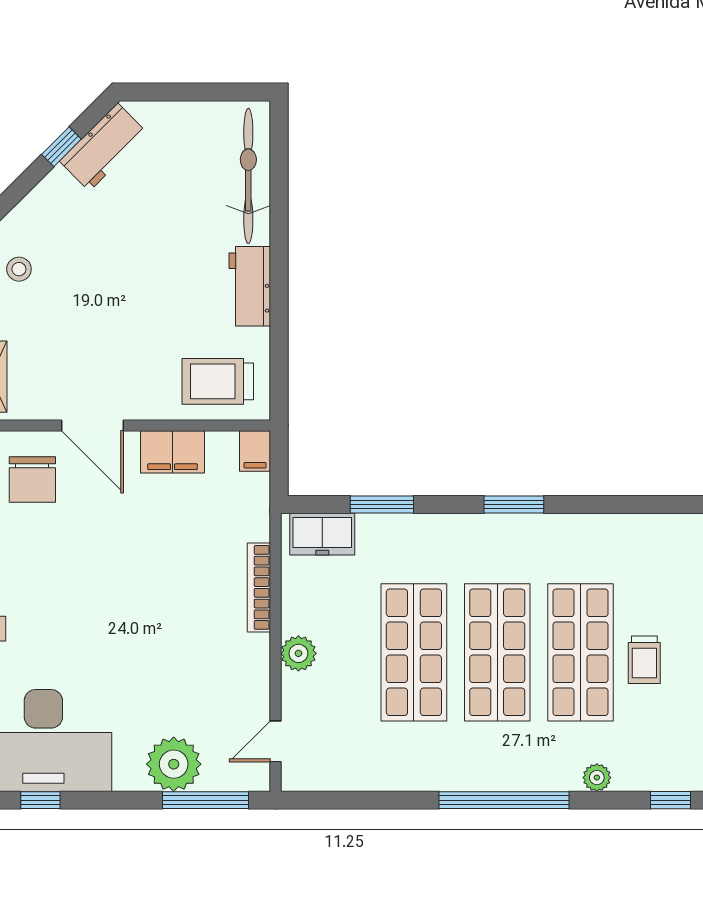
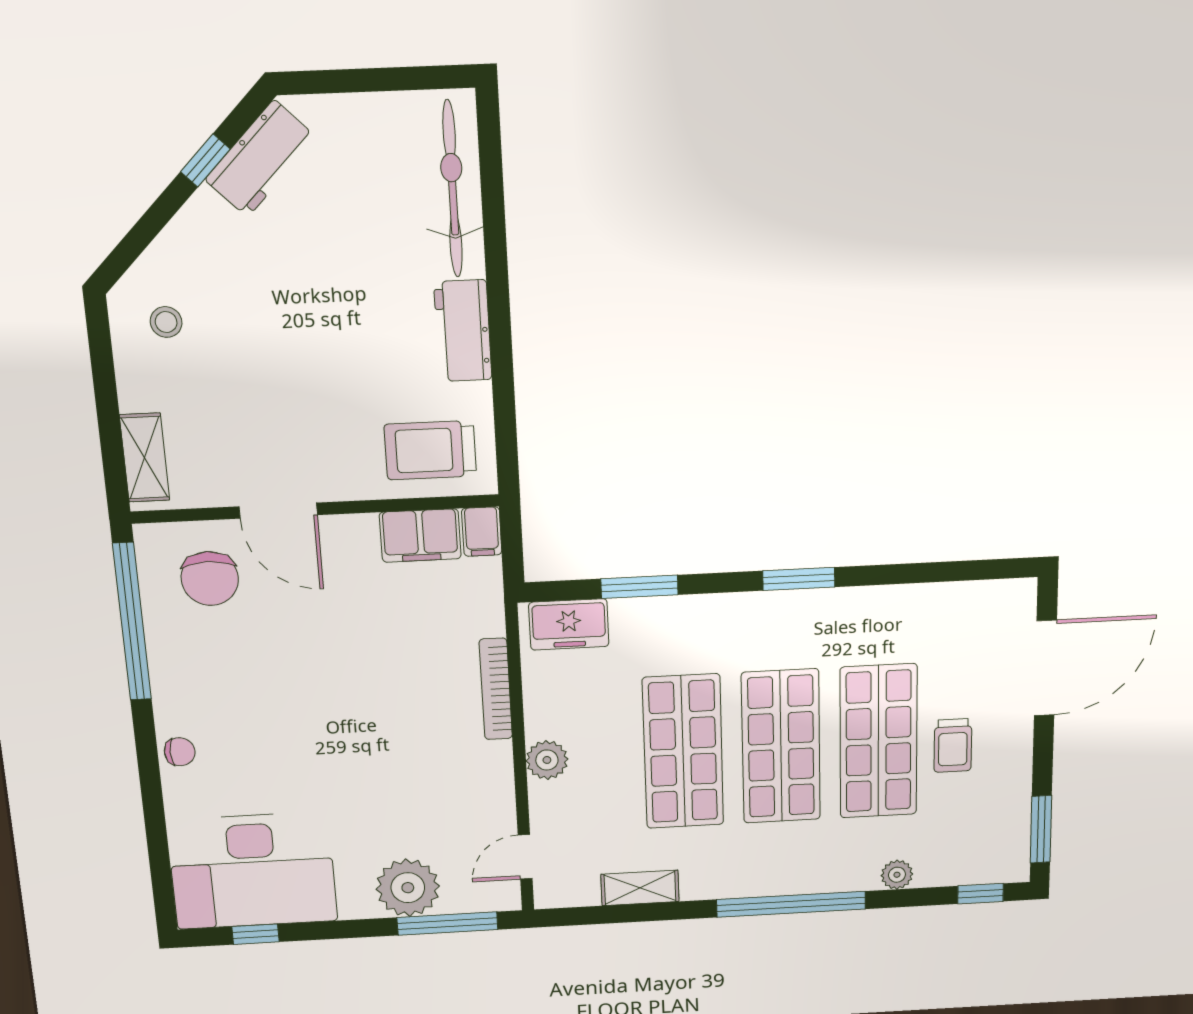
filing cabinet: (173, 452) -> (420, 536), moved
shelving: (373, 777) -> (640, 888), added

